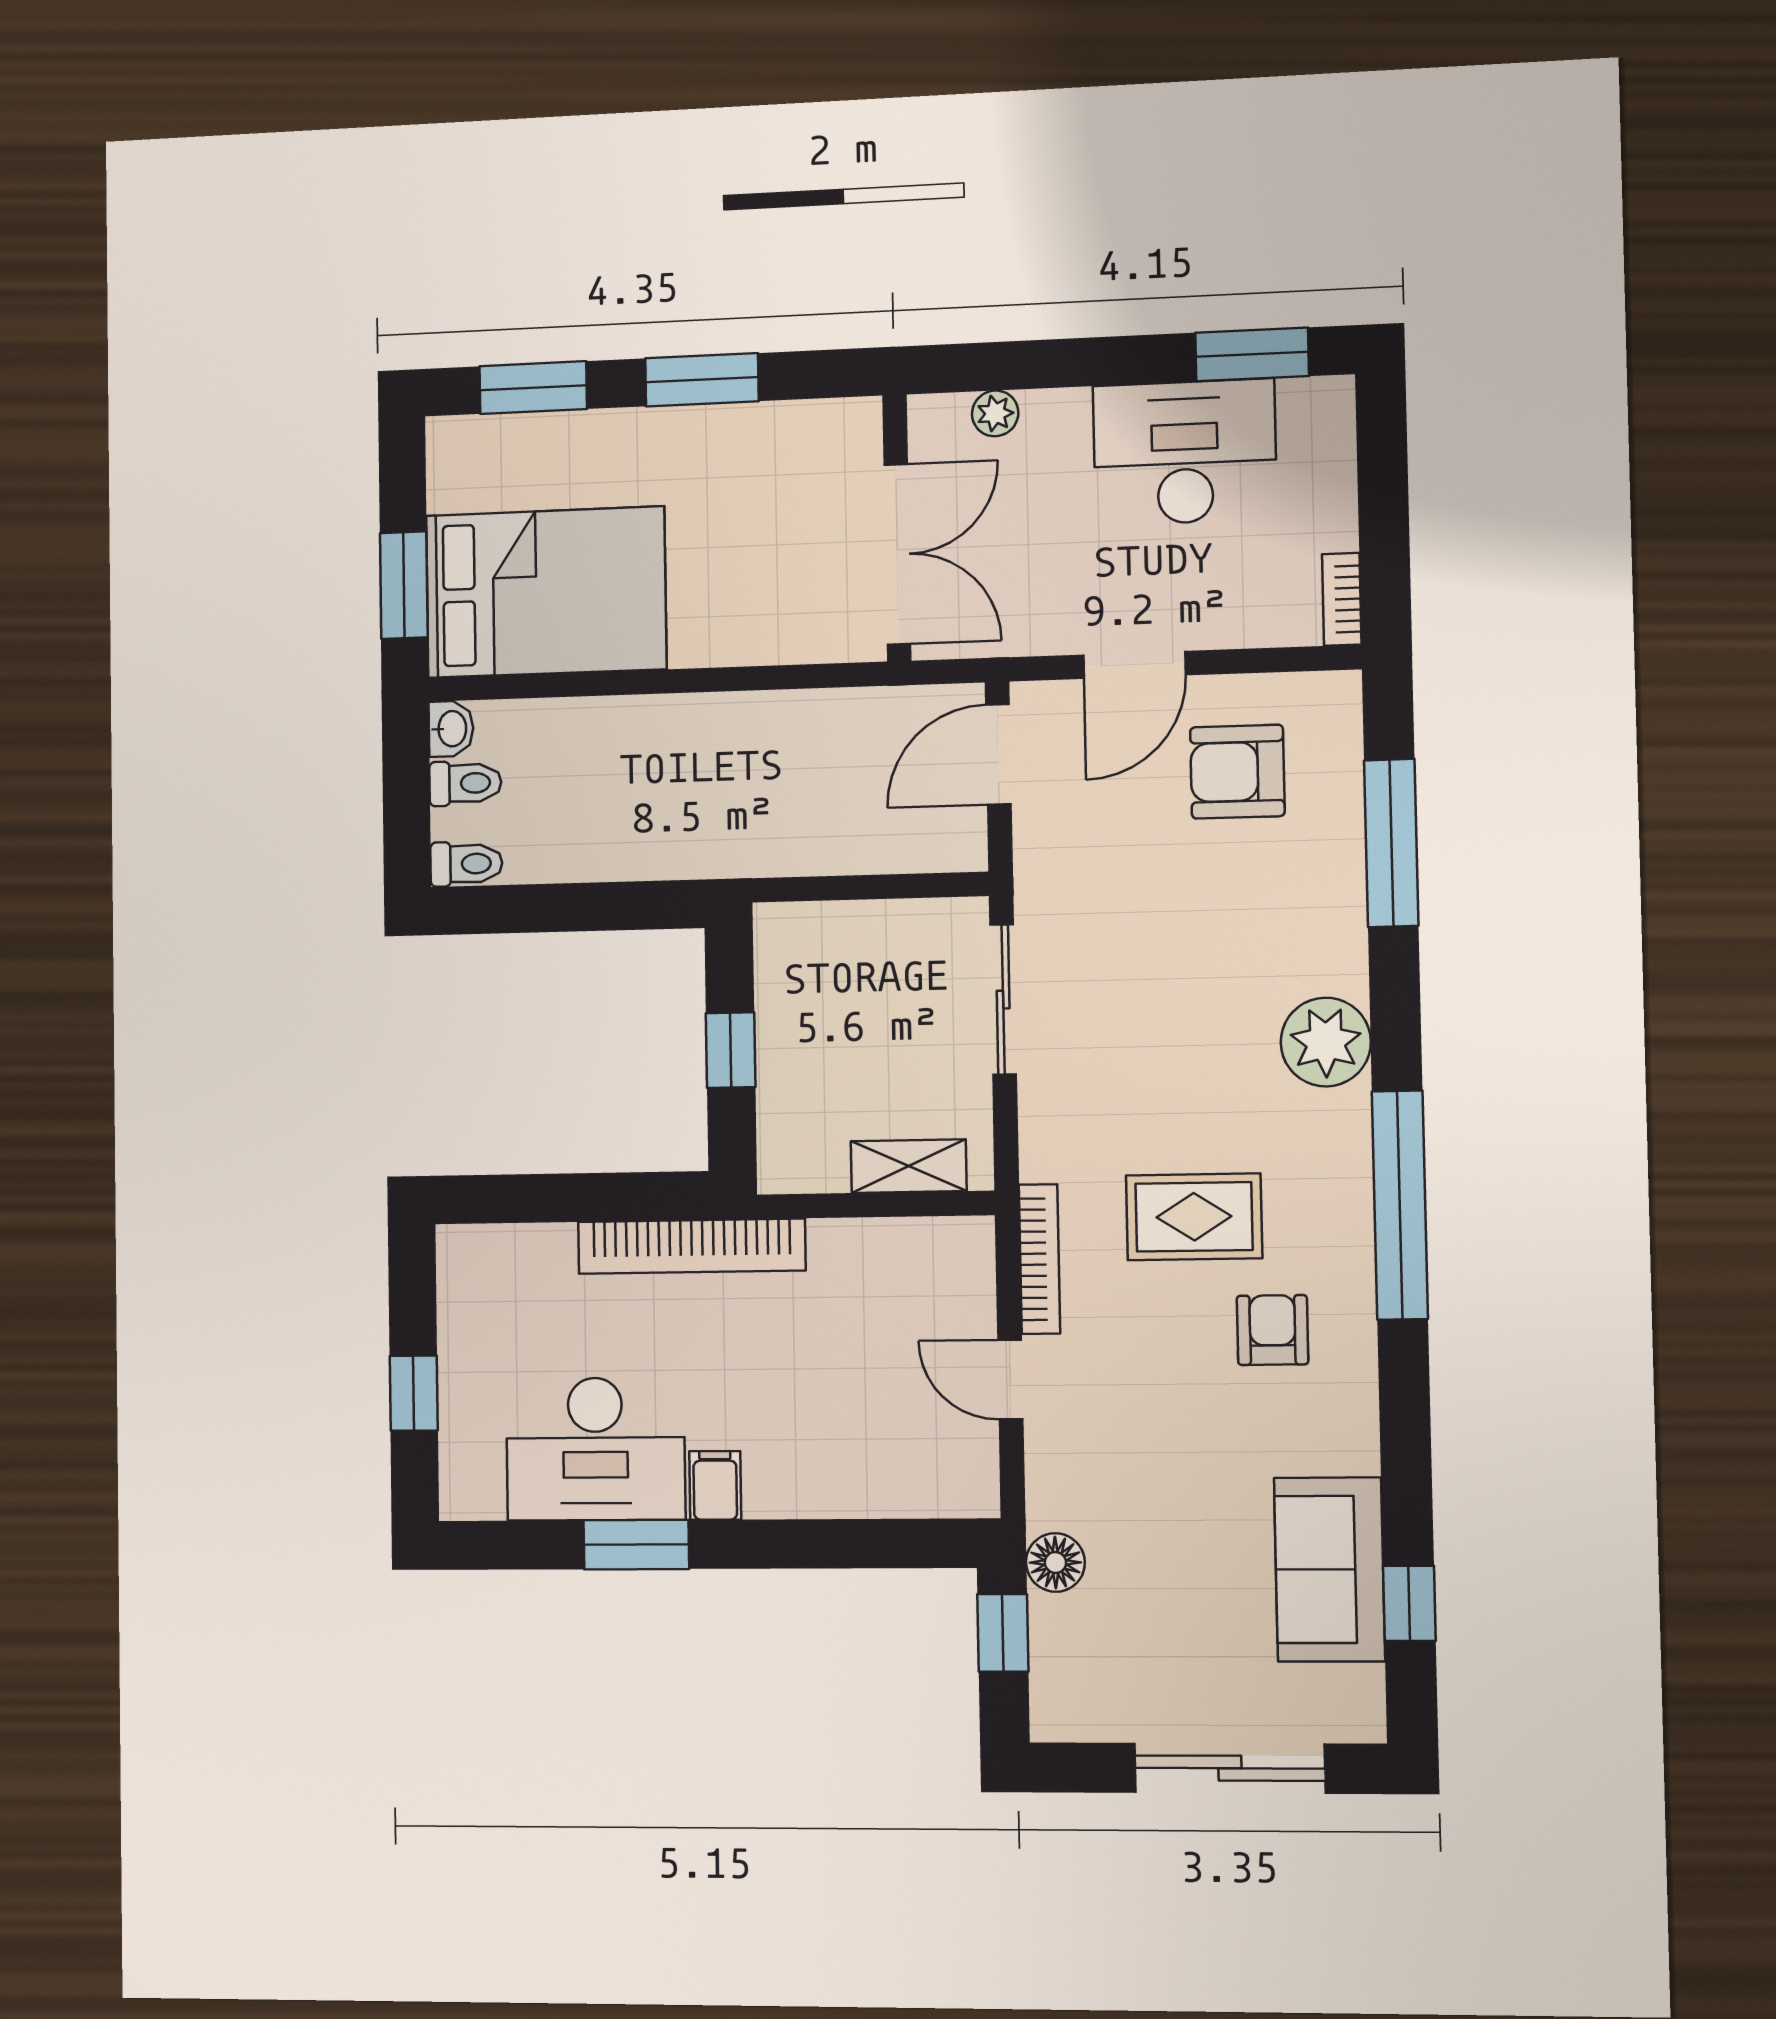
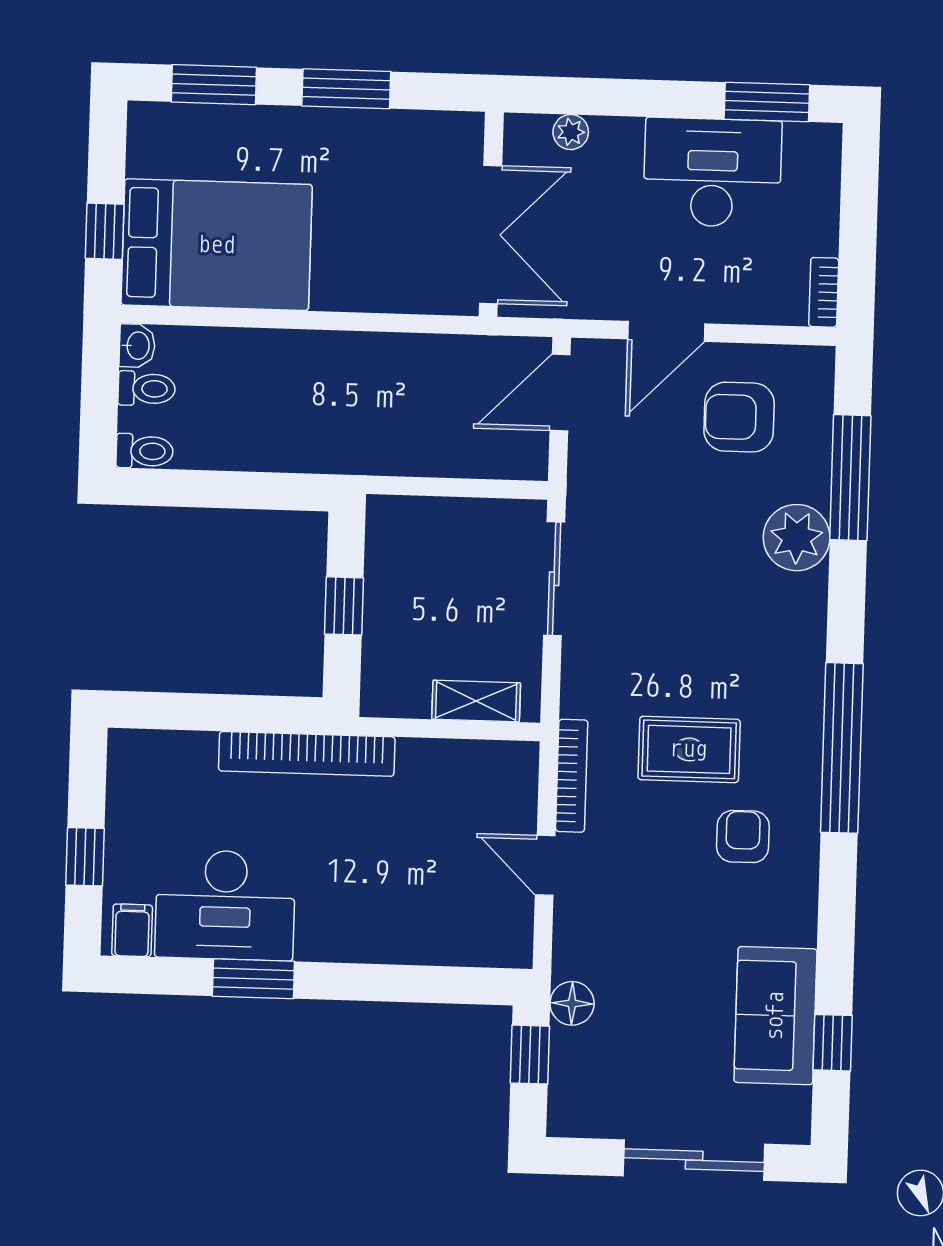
window: (404, 585) -> (105, 231), width x0.67
plant: (1326, 1042) -> (797, 538), moved
filing cabinet: (715, 1485) -> (132, 930), moved

